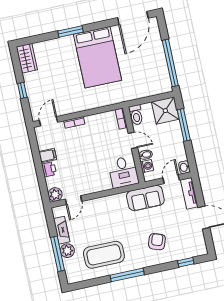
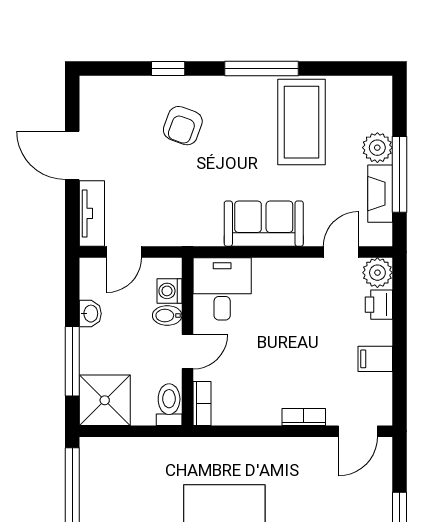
door: (133, 140) -> (187, 352), swing flipped
washbasin: (184, 167) -> (90, 314), moved
printer: (49, 169) -> (379, 305), moved
sofa: (145, 198) -> (264, 224), moved
window: (58, 254) -> (399, 174), moved
coffee table: (104, 255) -> (301, 122), turned 90
window: (186, 262) -> (168, 68), moved

